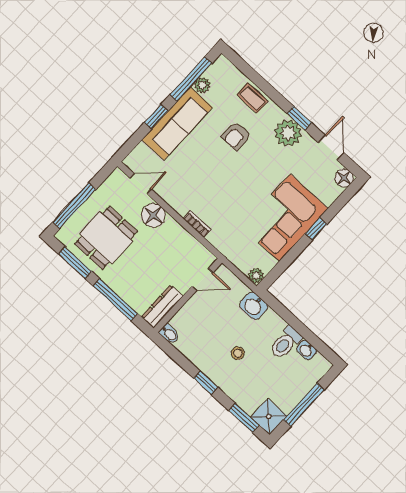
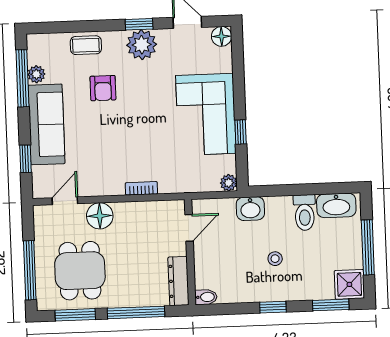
window: (156, 117) -> (25, 159), moved
window: (316, 229) -> (241, 132), moved
washbasin: (306, 350) -> (336, 205), width x1.91, depth x1.45

